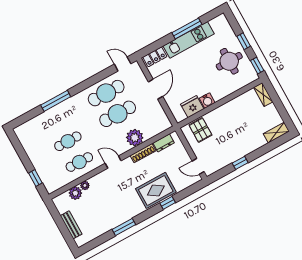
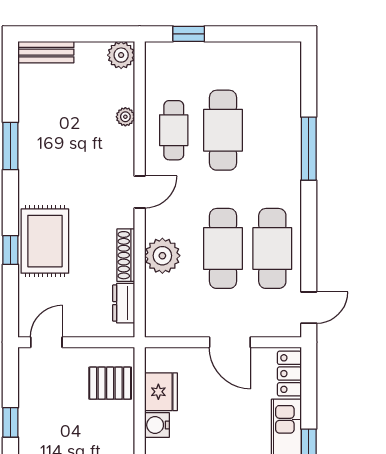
cafe table: (68, 141) -> (223, 130), width x1.37, depth x1.35
plant: (75, 193) -> (121, 55), moved
bench: (71, 225) -> (46, 52), moved

